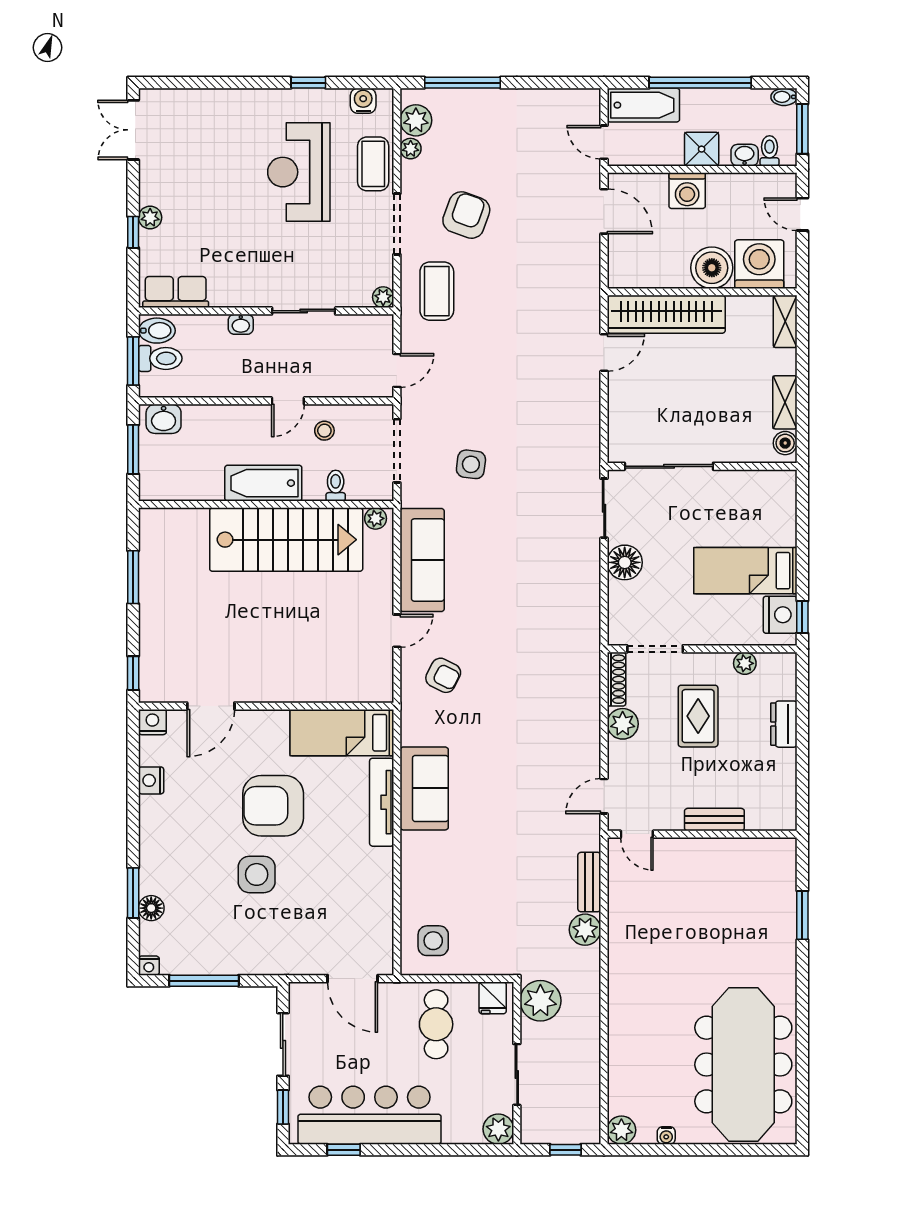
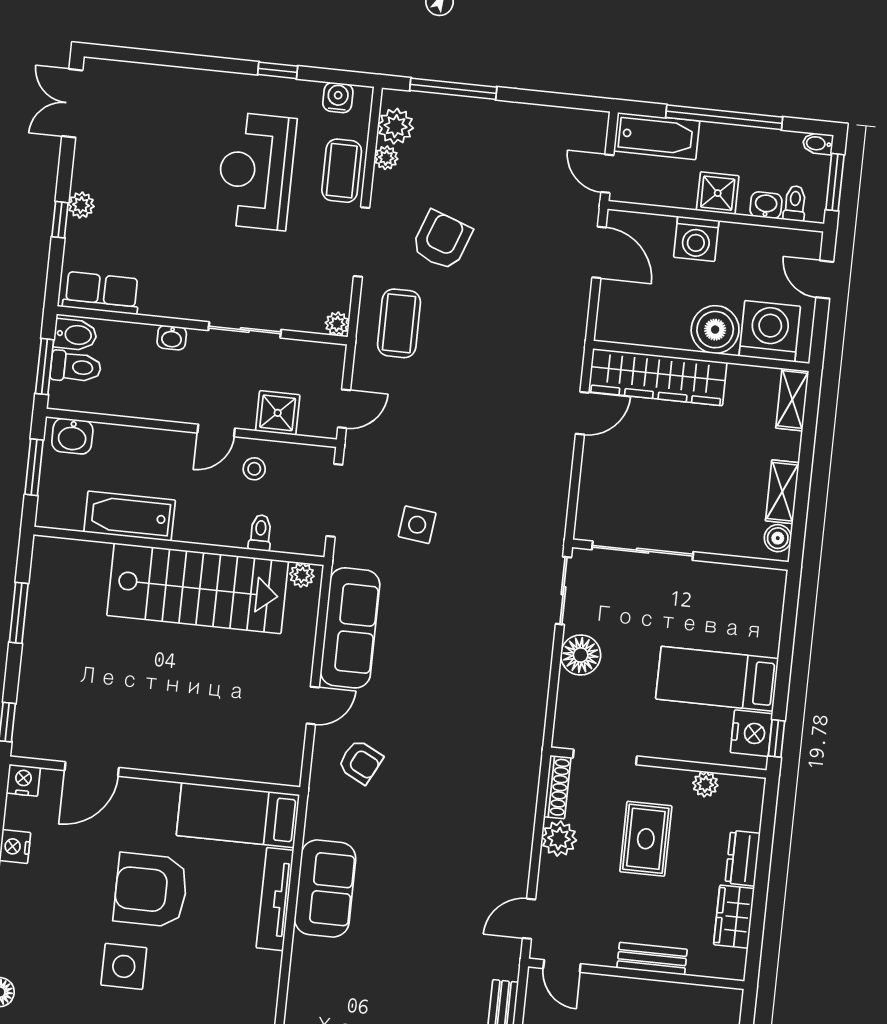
shower: (340, 380) -> (278, 413), added
bathtub: (263, 483) -> (130, 516), moved
wardrobe: (782, 776) -> (734, 917), added

